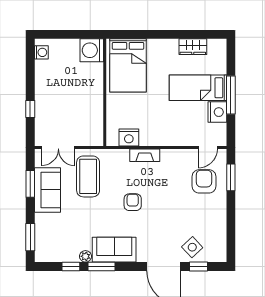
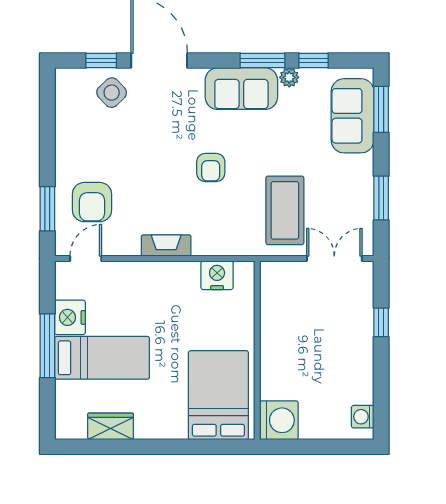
fireplace: (145, 155) -> (166, 245), moved
sofa: (47, 190) -> (353, 116), moved

